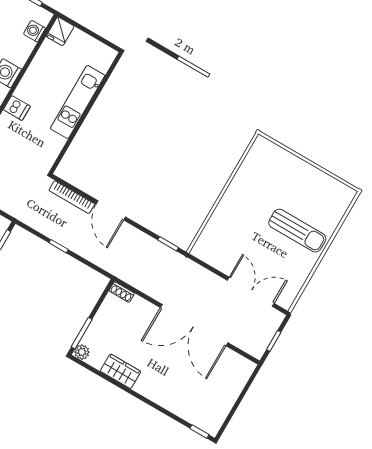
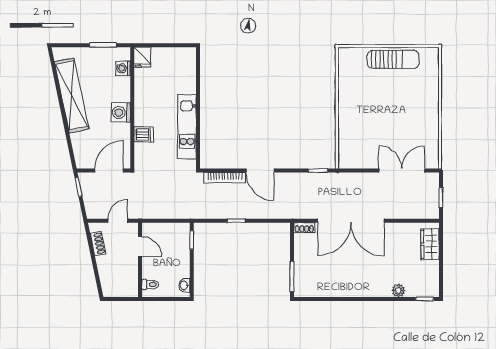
kitchen unit: (78, 102) -> (187, 127), moved
sun lounger: (297, 231) -> (393, 59), moved
double door: (194, 325) -> (351, 221), moved
plant: (82, 352) -> (399, 291), moved
wardrobe: (120, 371) -> (430, 244), moved, turned -90

